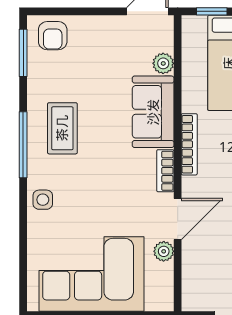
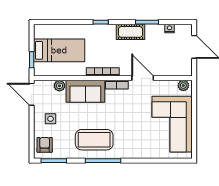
armchair: (53, 36) -> (45, 145), turned -90
coffee table: (62, 128) -> (94, 140), width x1.36, depth x1.32
side table: (43, 200) -> (50, 119), moved
plant: (164, 251) -> (183, 86), moved

